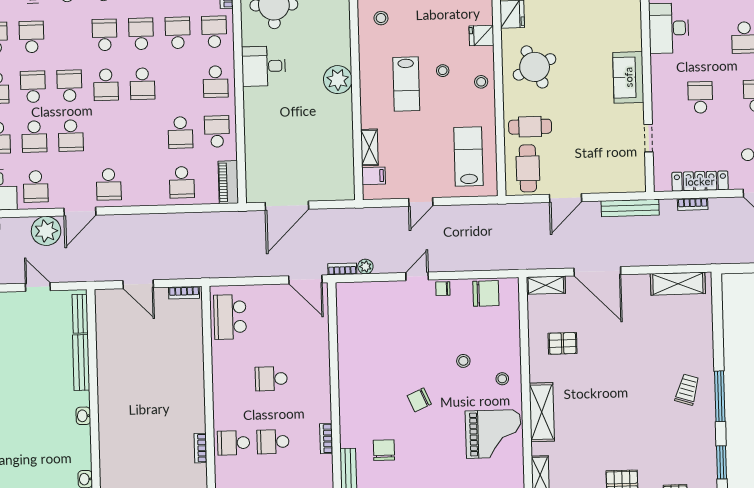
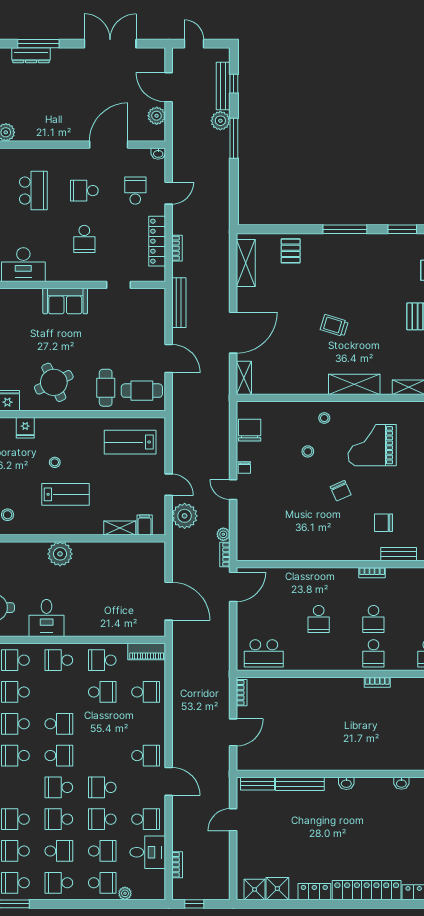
school desk: (216, 82) -> (59, 660), turned 180
stool: (481, 82) -> (65, 429), removed
school desk: (700, 97) -> (84, 239), turned -90
school desk: (71, 136) -> (102, 787), turned 180
school desk: (34, 137) -> (102, 819), turned 180
plant: (46, 231) -> (185, 516), moved
pallet: (563, 343) -> (291, 251), moved
trolley: (687, 390) -> (334, 326), moved
grand piano: (493, 434) -> (372, 445), moved, turned -90

